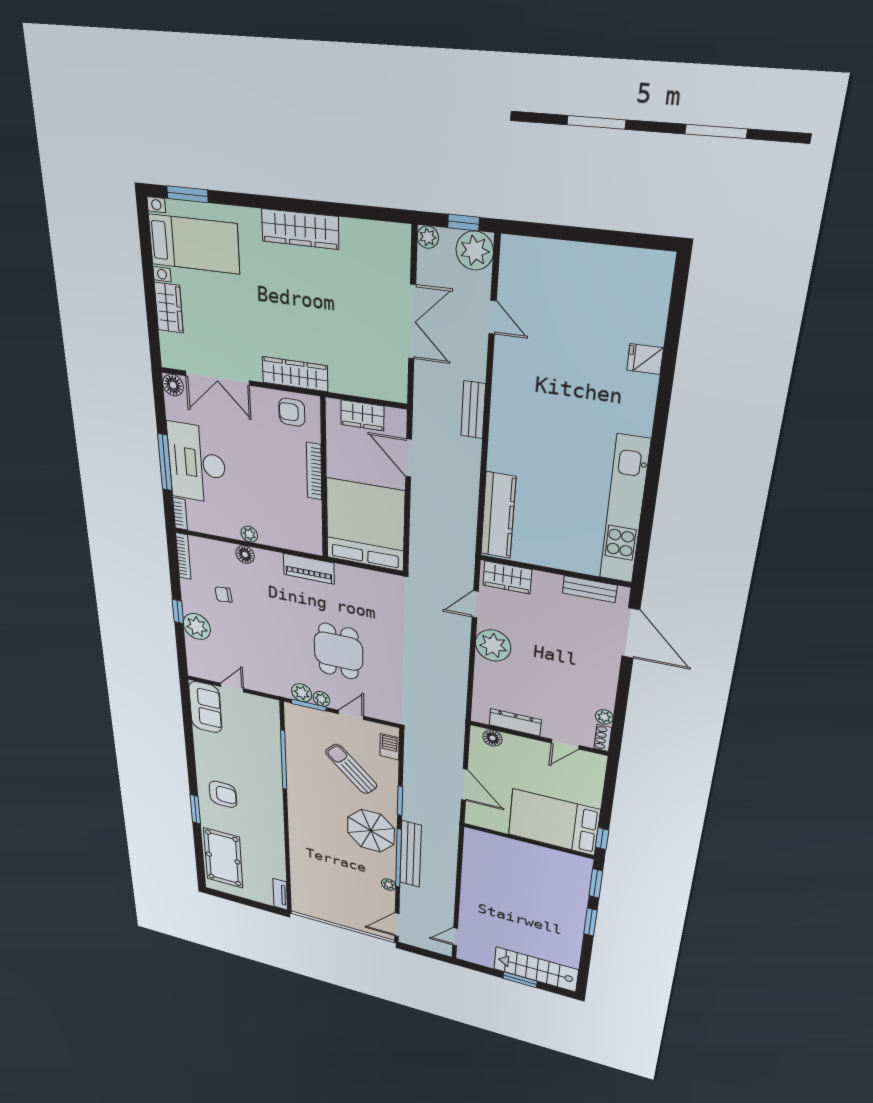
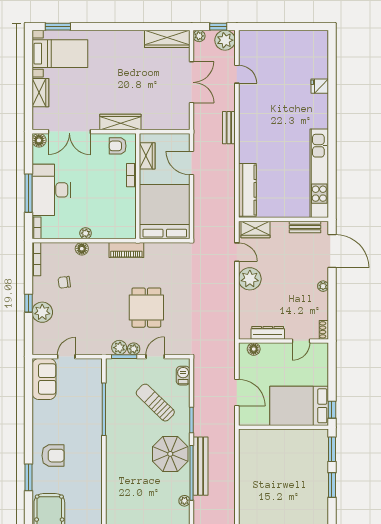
wardrobe: (300, 229) -> (167, 39), moved
wardrobe: (362, 415) -> (147, 156), moved, turned -90
bookcase: (314, 471) -> (131, 175), width x0.64
door: (475, 604) -> (237, 252), swing flipped
plant: (604, 717) -> (323, 286), moved

